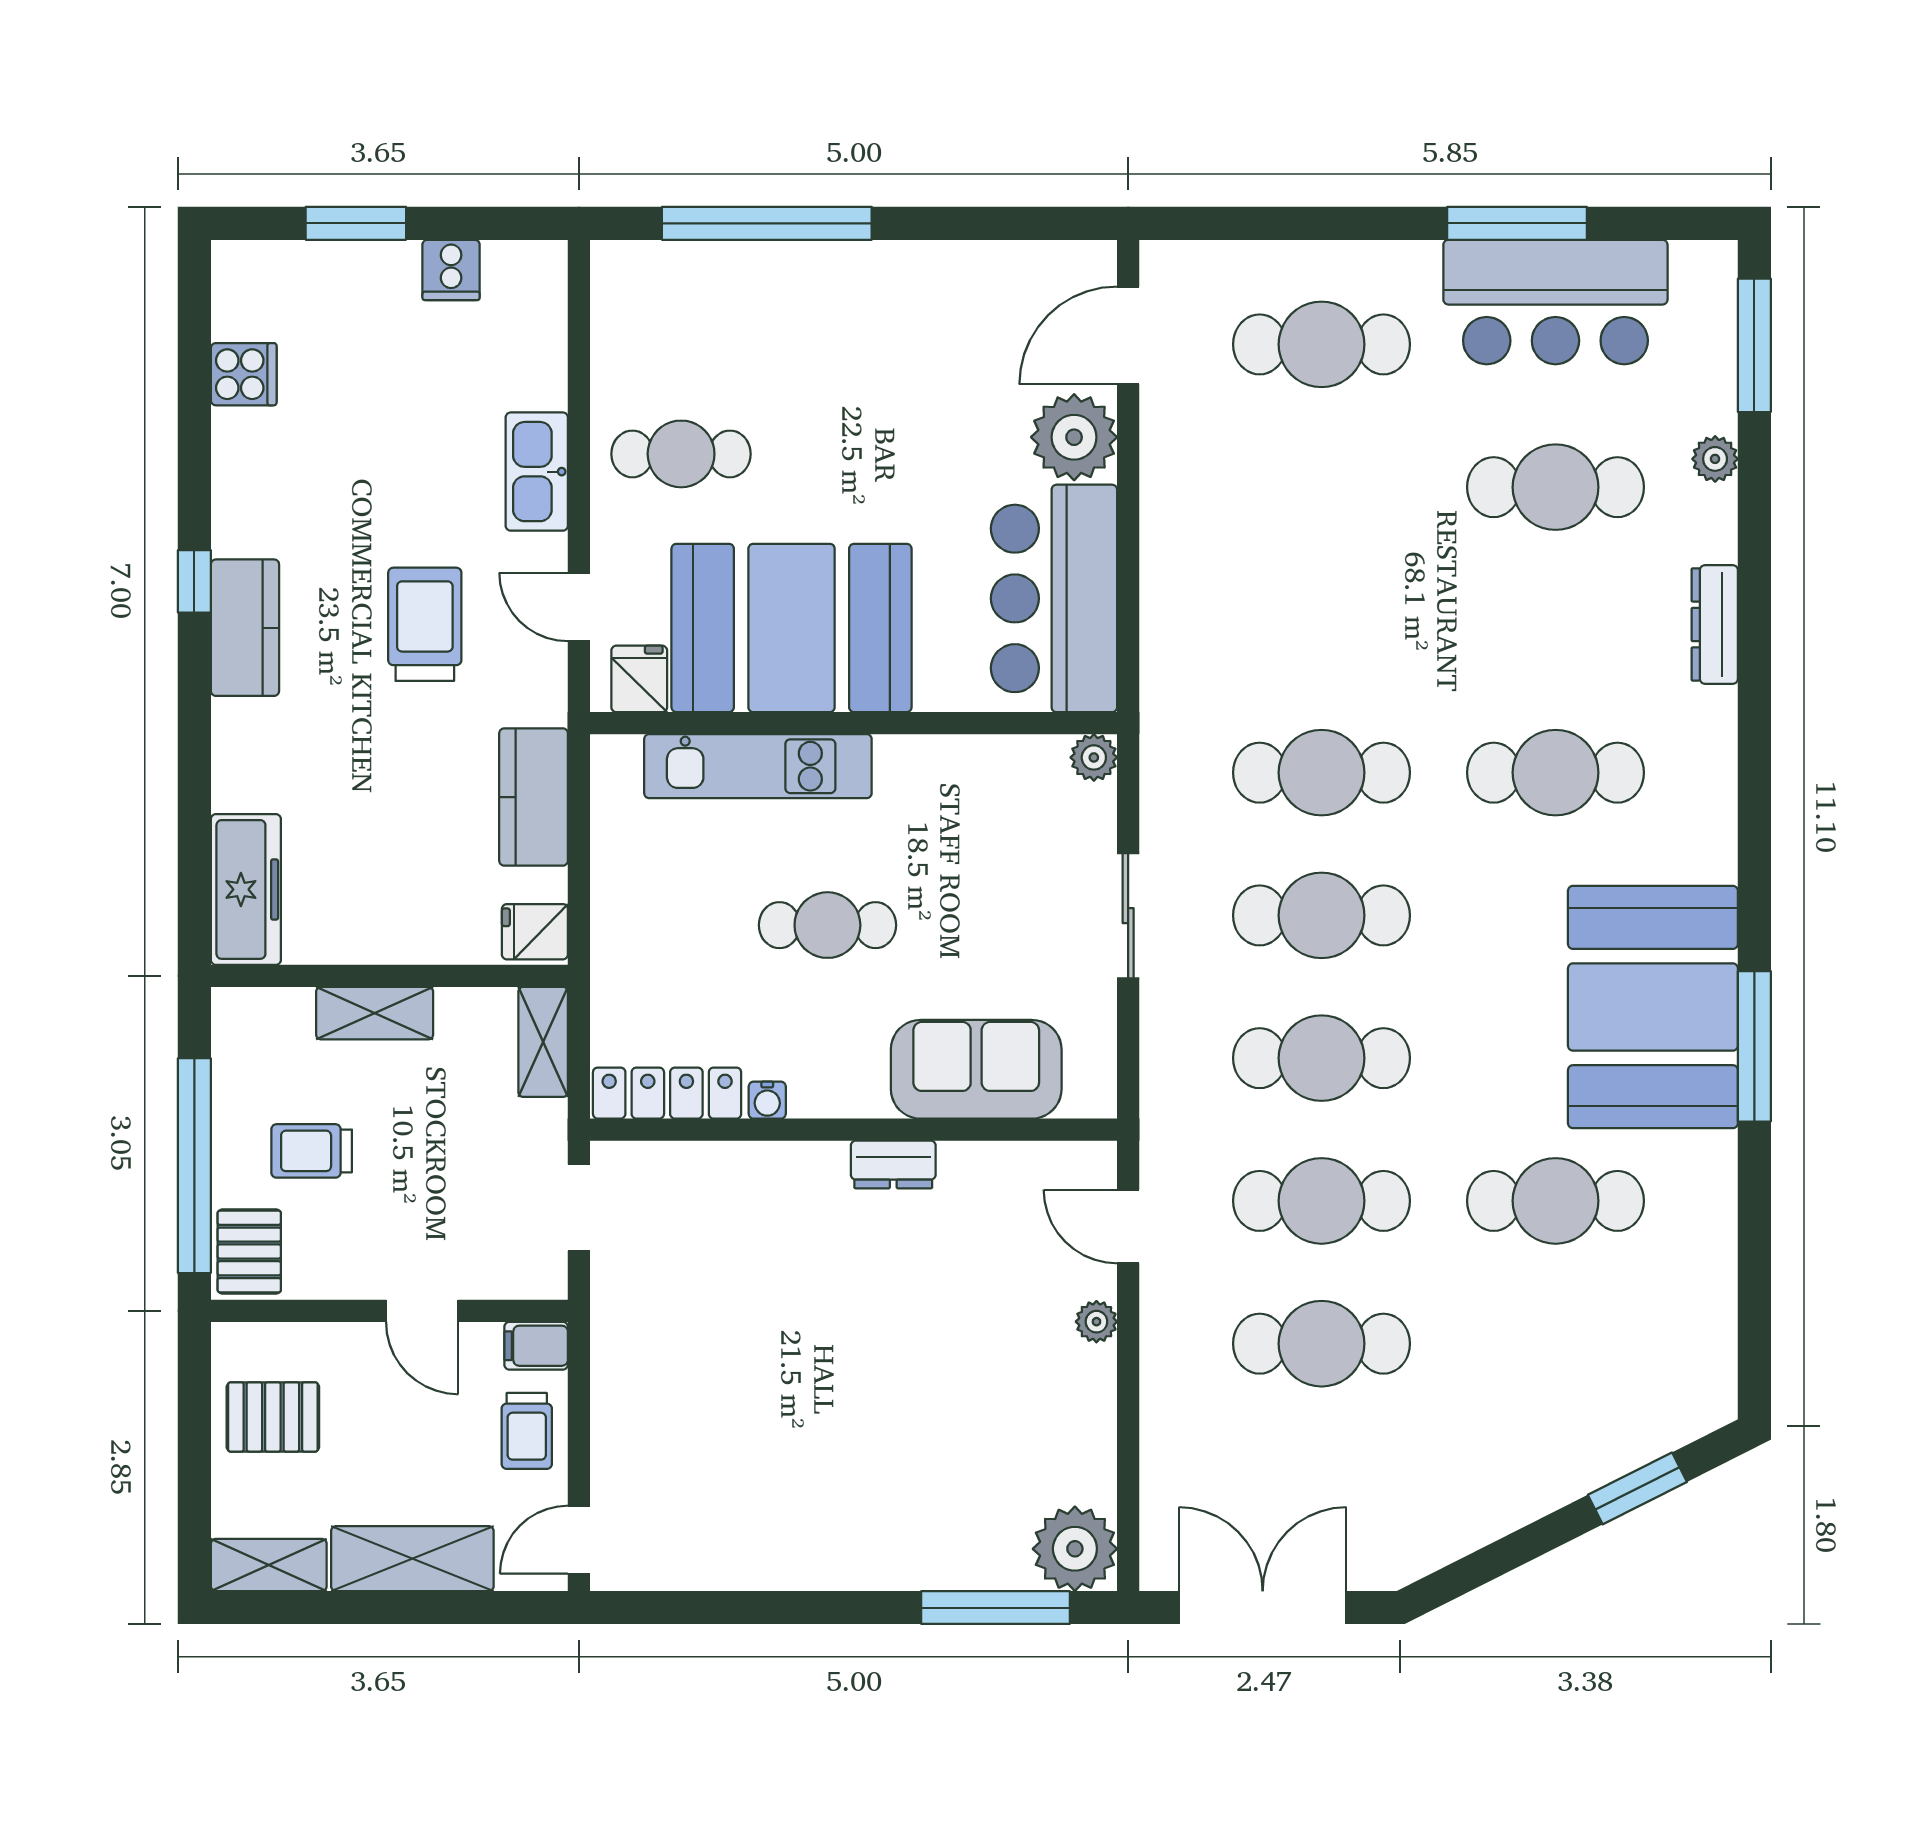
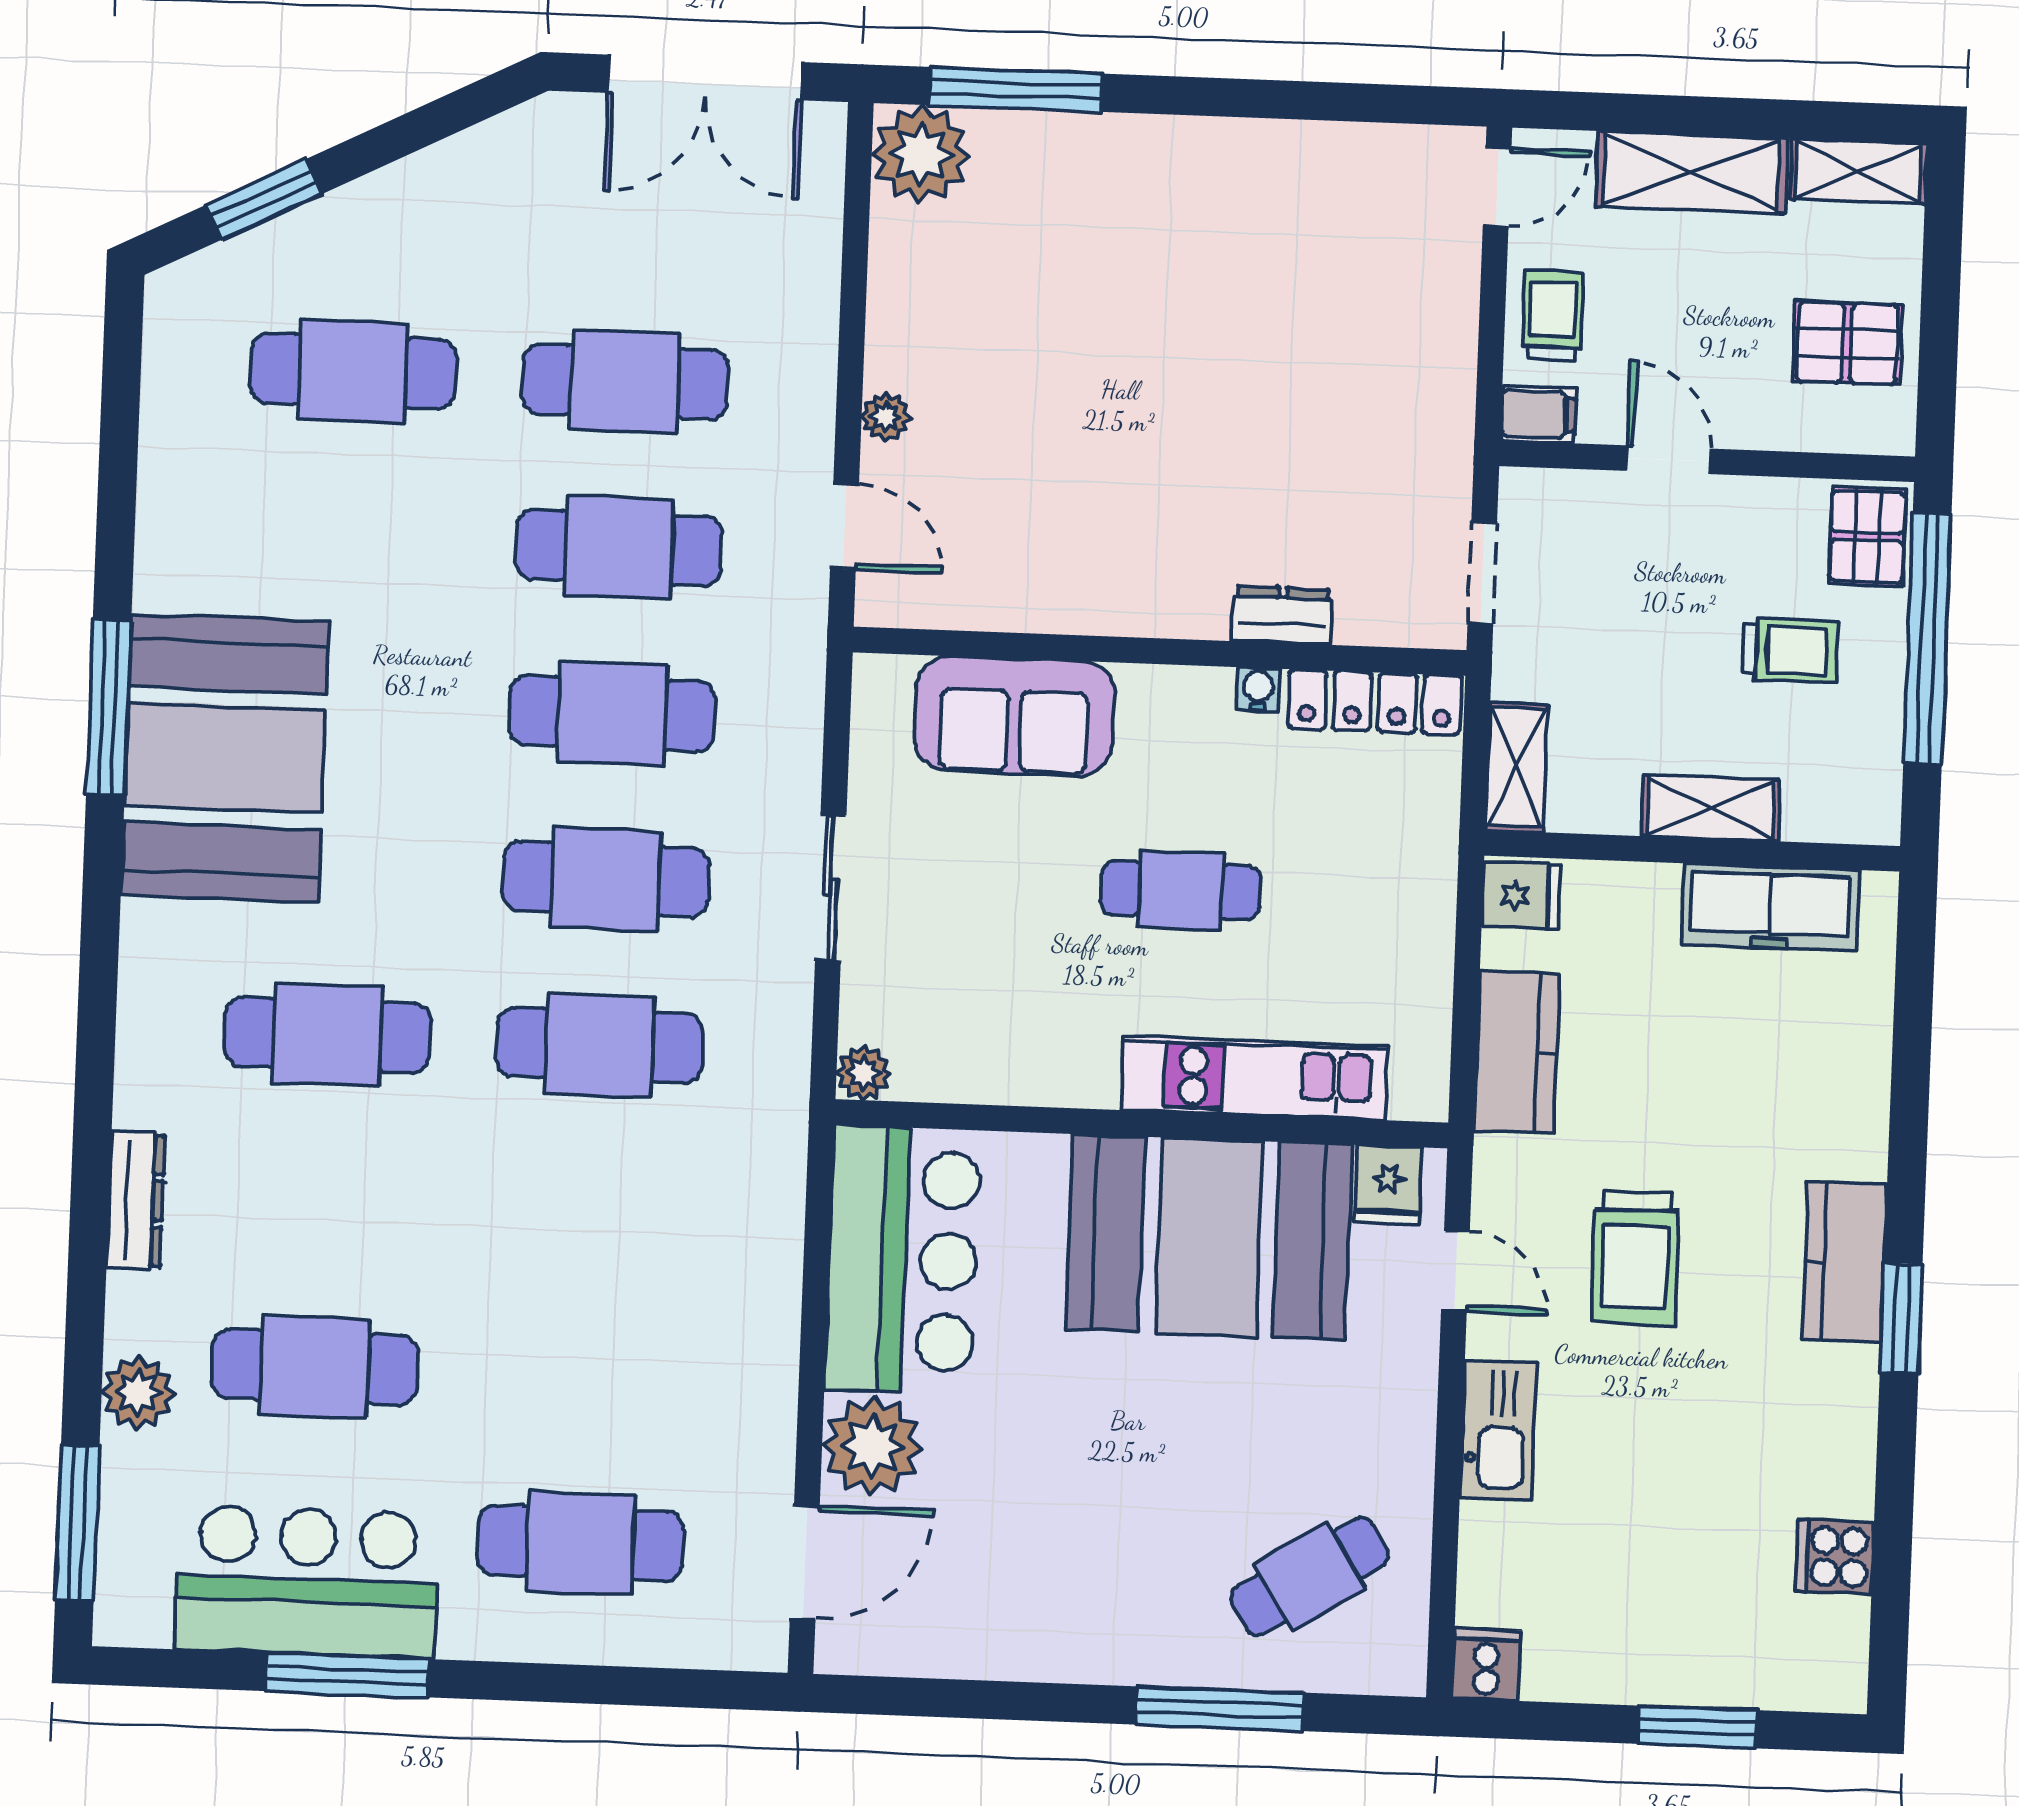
window: (767, 223) -> (1220, 1709), width x0.68
cooker: (451, 270) -> (1486, 1665), moved
cafe table: (681, 454) -> (1309, 1576), moved, turned -32
plant: (1715, 459) -> (138, 1393), width x1.38, depth x1.38
window: (194, 581) -> (1901, 1318), width x1.50
freezer: (246, 889) -> (1770, 907), moved, turned -90
dresser: (893, 1164) -> (1282, 615), moved
cafe table: (1556, 1201) -> (353, 371), moved

